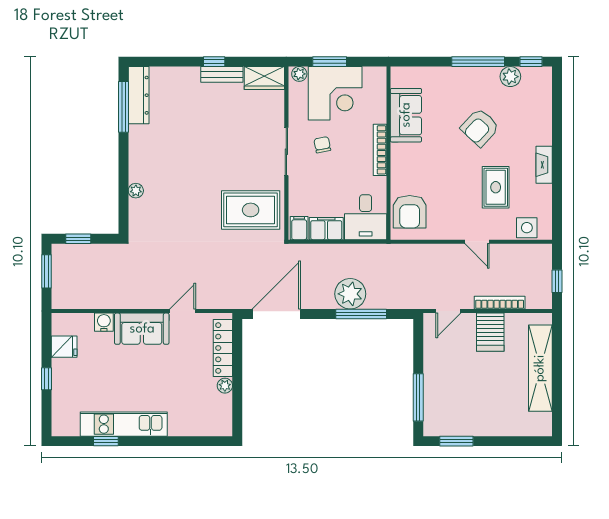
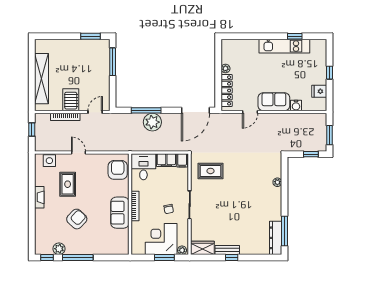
sofa: (406, 115) -> (120, 213), moved
rug: (251, 210) -> (210, 171), width x0.73, depth x0.70

